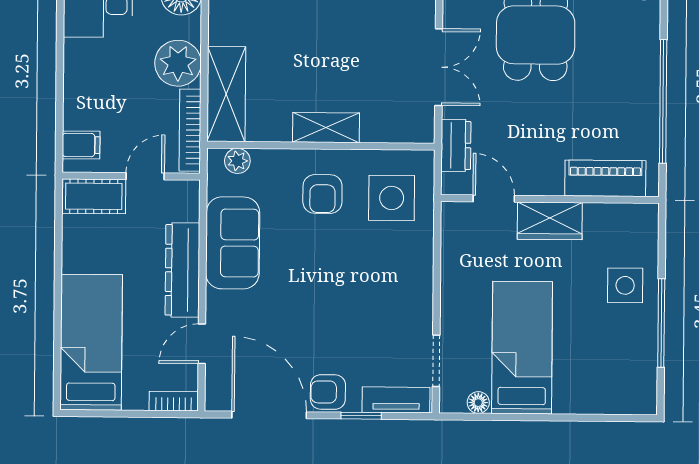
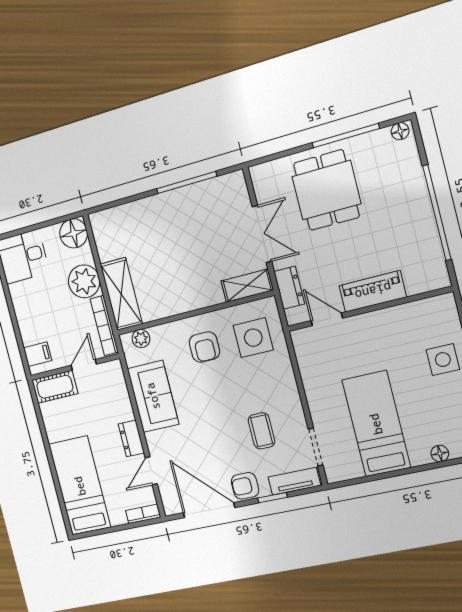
shelving: (326, 128) -> (247, 286), moved
piano: (605, 178) -> (373, 291), moved
wardrobe: (550, 221) -> (373, 325), removed
dresser: (182, 270) -> (131, 438), width x0.51, depth x0.80
coffee table: (370, 323) -> (262, 431), added
floor lamp: (478, 403) -> (440, 454), moved

